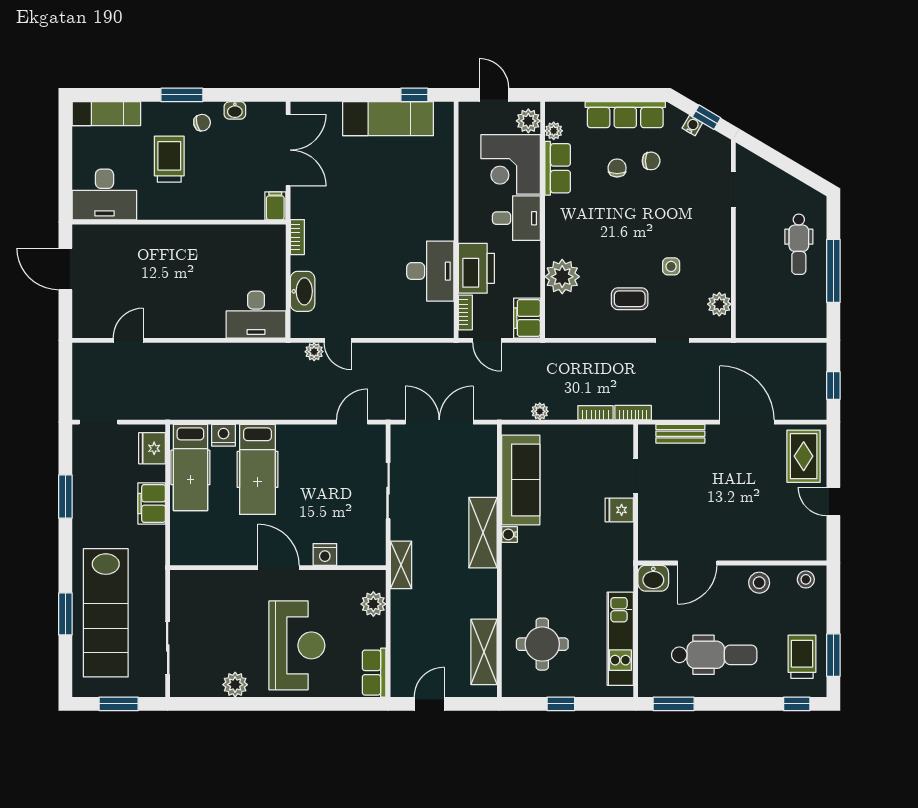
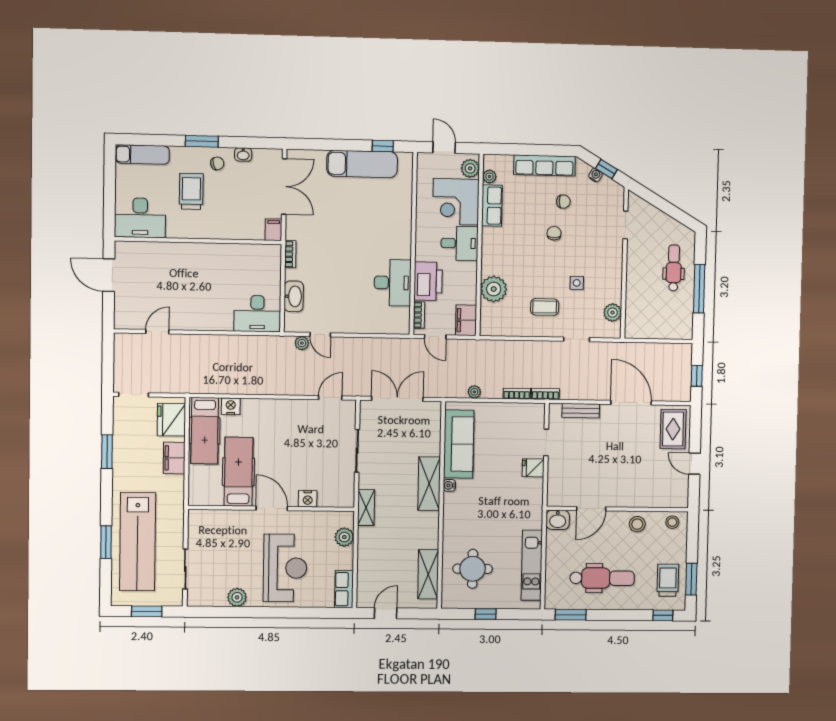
chair: (617, 168) -> (554, 233), moved
dental chair: (799, 244) -> (674, 268), turned 180
fridge: (152, 448) -> (171, 420), width x1.36, depth x1.34
hospital bed: (258, 469) -> (238, 472), moved, turned 180

